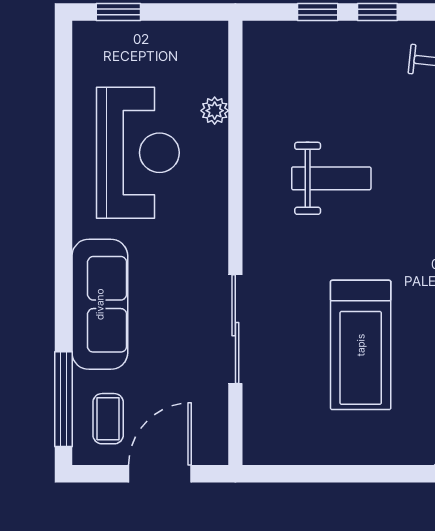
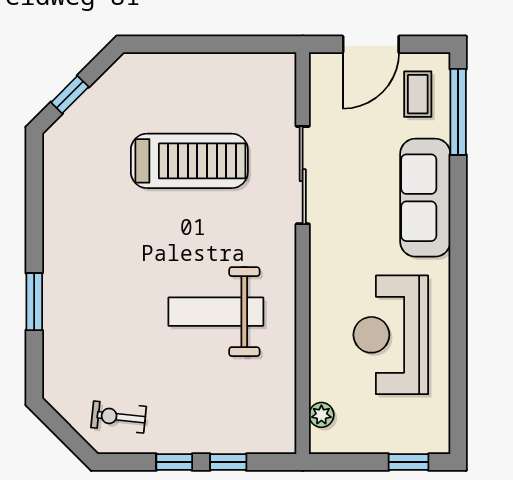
plant: (215, 111) -> (321, 415), moved
weight bench: (331, 178) -> (216, 312), width x1.36, depth x1.33
treadmill: (361, 345) -> (189, 161), turned 90

